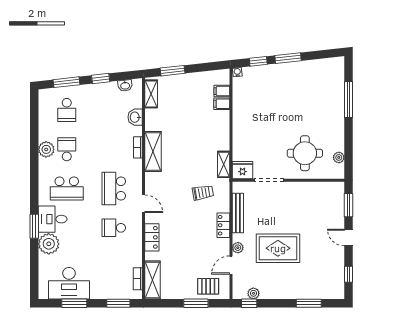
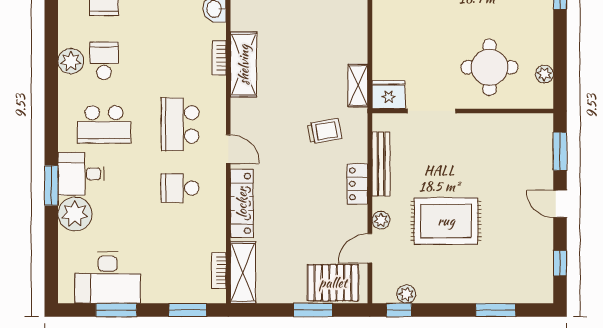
locker: (152, 237) -> (242, 203), width x1.53
pallet: (208, 286) -> (333, 283), width x1.50, depth x1.42

